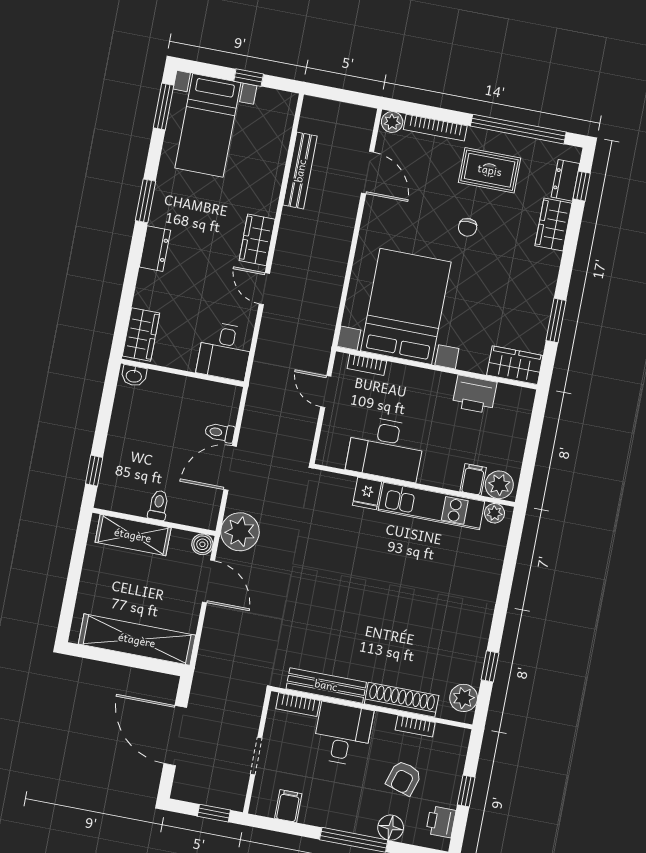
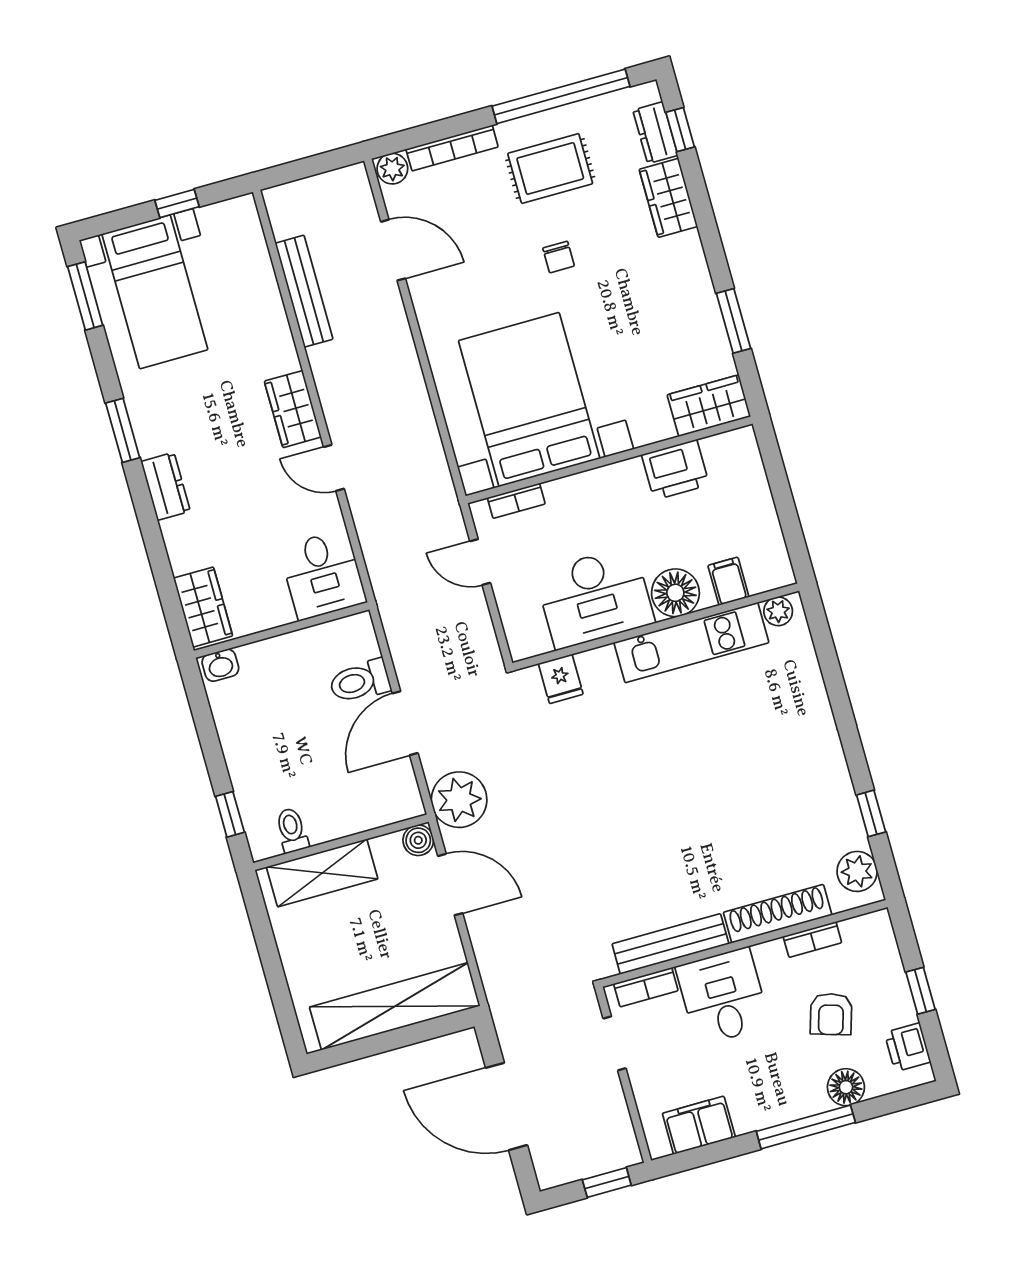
toilet: (220, 433) -> (360, 681), width x1.37, depth x1.39
floor lamp: (437, 470) -> (675, 593), added
plant: (499, 485) -> (766, 571), removed
fridge: (367, 494) -> (561, 679), moved
toilet: (158, 505) -> (292, 830), moved
doorway: (256, 756) -> (615, 1043), moved
filing cabinet: (288, 806) -> (699, 1125), width x2.00

